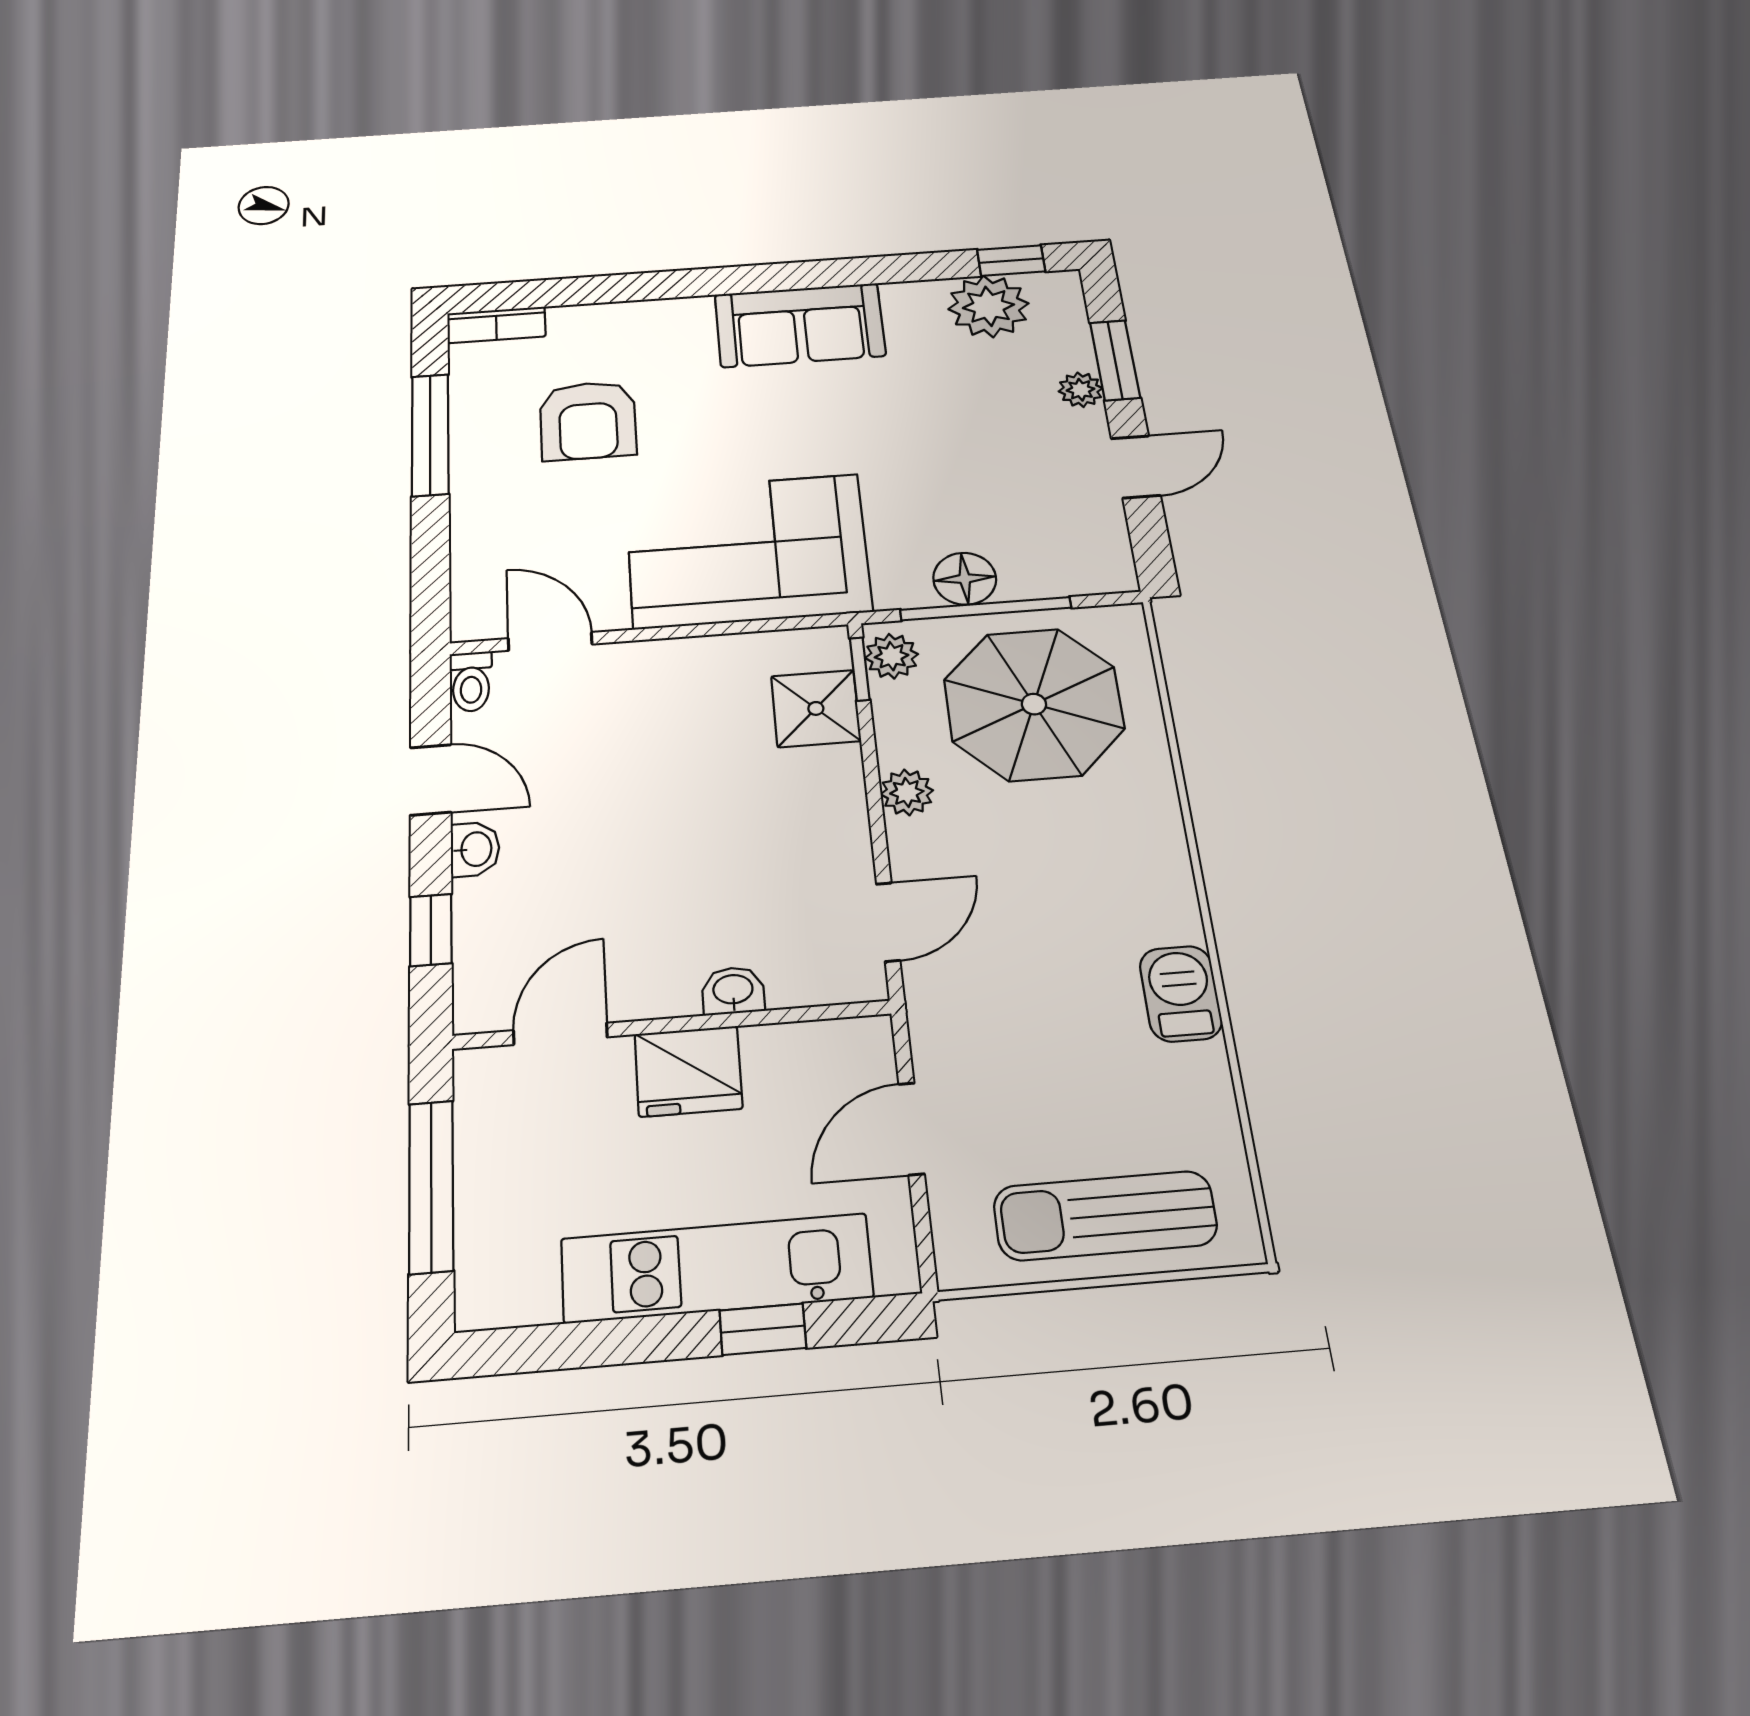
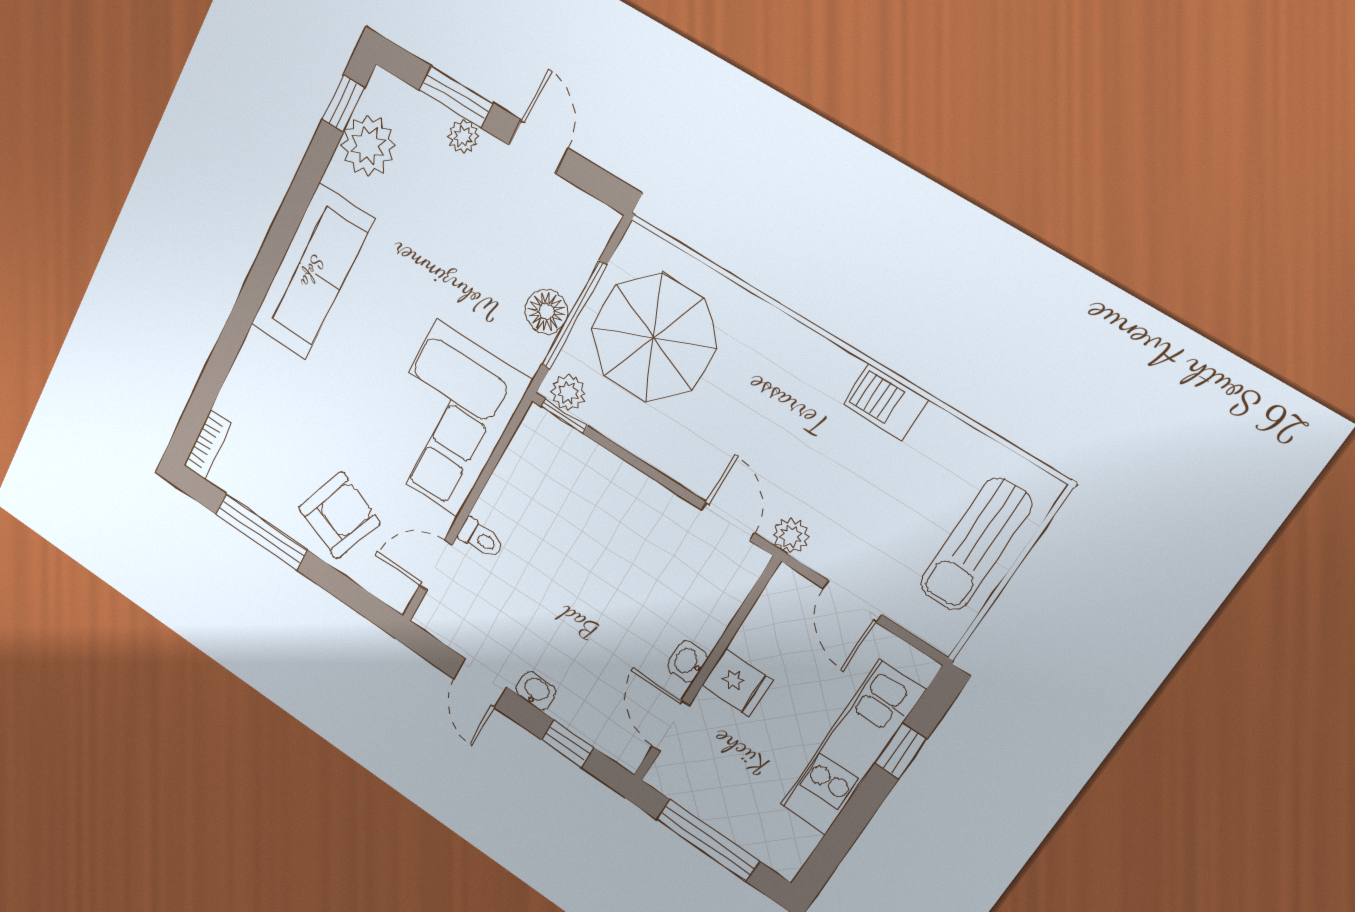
sofa: (800, 325) -> (312, 272), width x1.36
armchair: (588, 421) -> (339, 515), moved, turned -69
toilet: (471, 682) -> (481, 538), moved
shower: (816, 708) -> (573, 459), removed
door: (431, 780) -> (480, 683), swing flipped
plant: (907, 792) -> (791, 536), moved
washbasin: (733, 991) -> (688, 662), moved
fridge: (688, 1071) -> (737, 683), width x0.72

